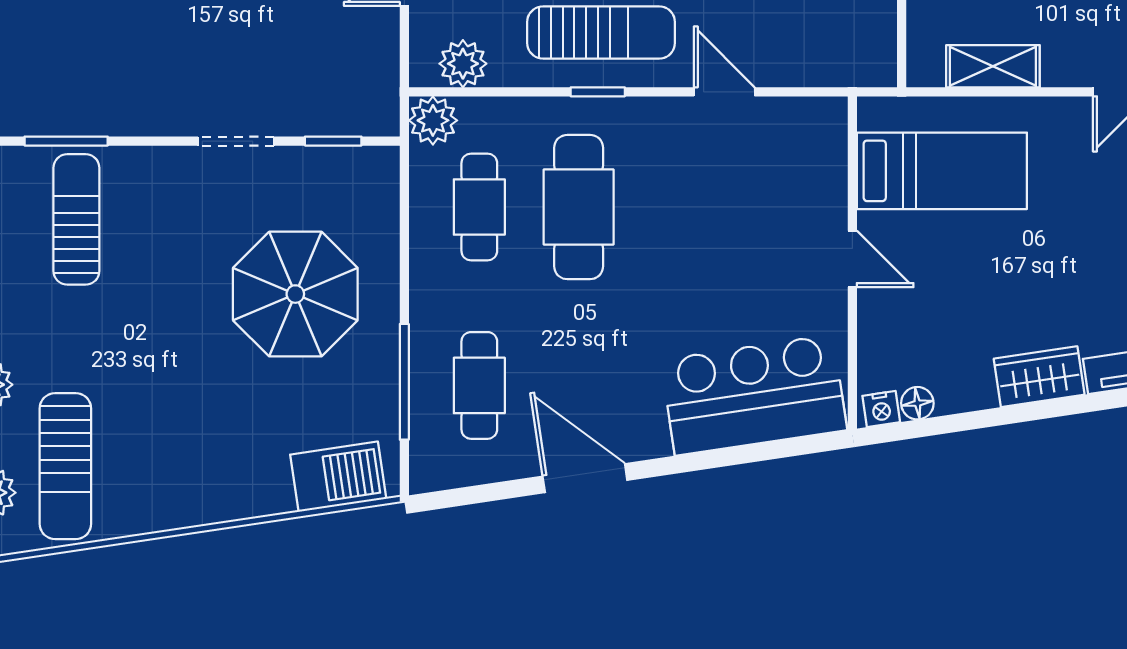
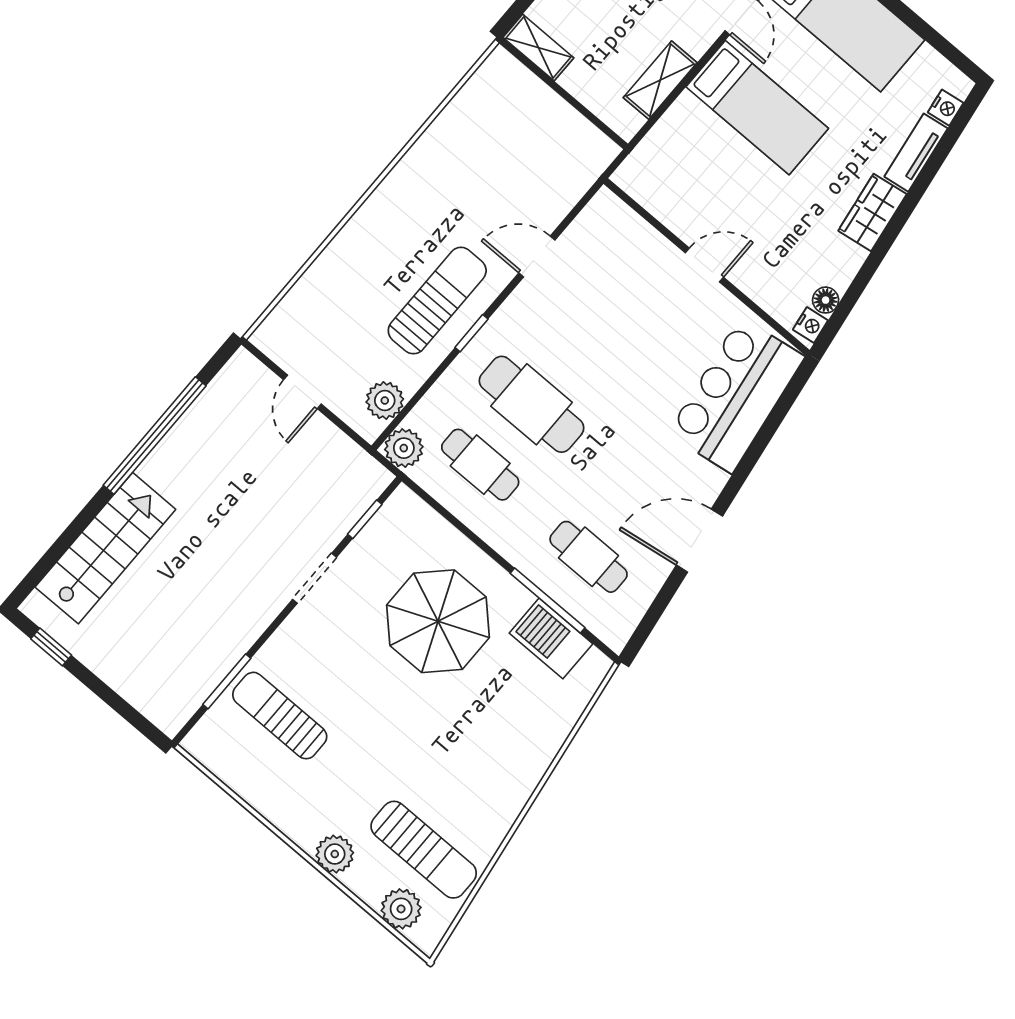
bed: (942, 171) -> (757, 108), moved, turned 90
barbecue: (338, 477) -> (551, 638), moved, turned -82

